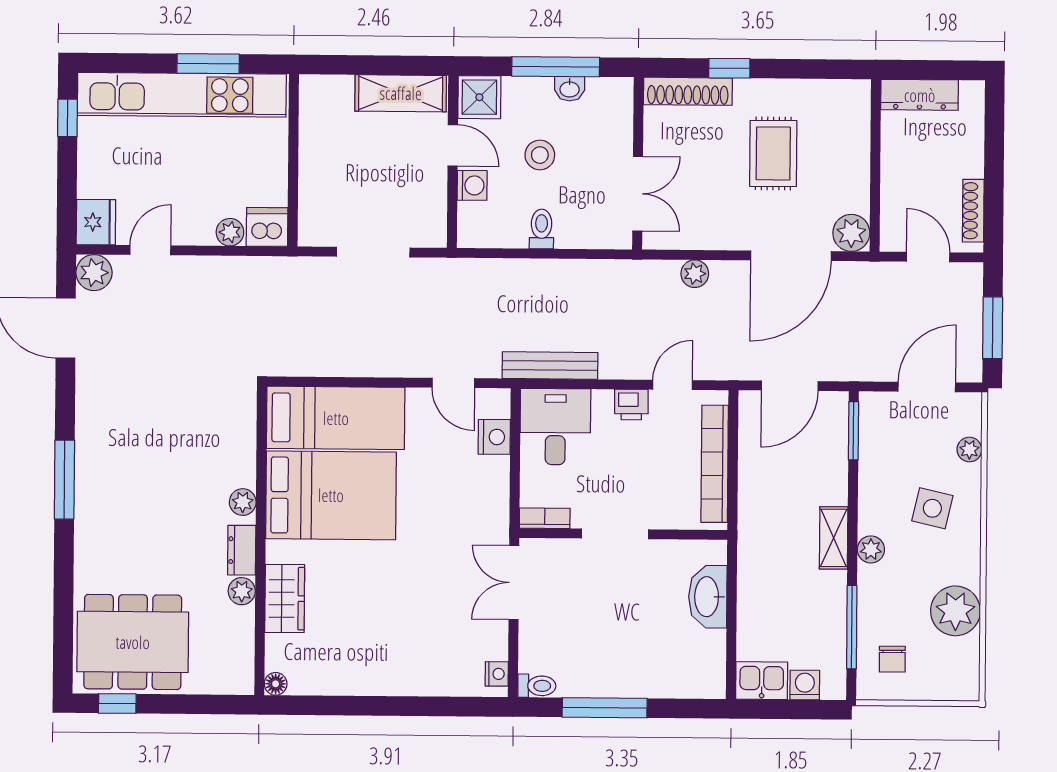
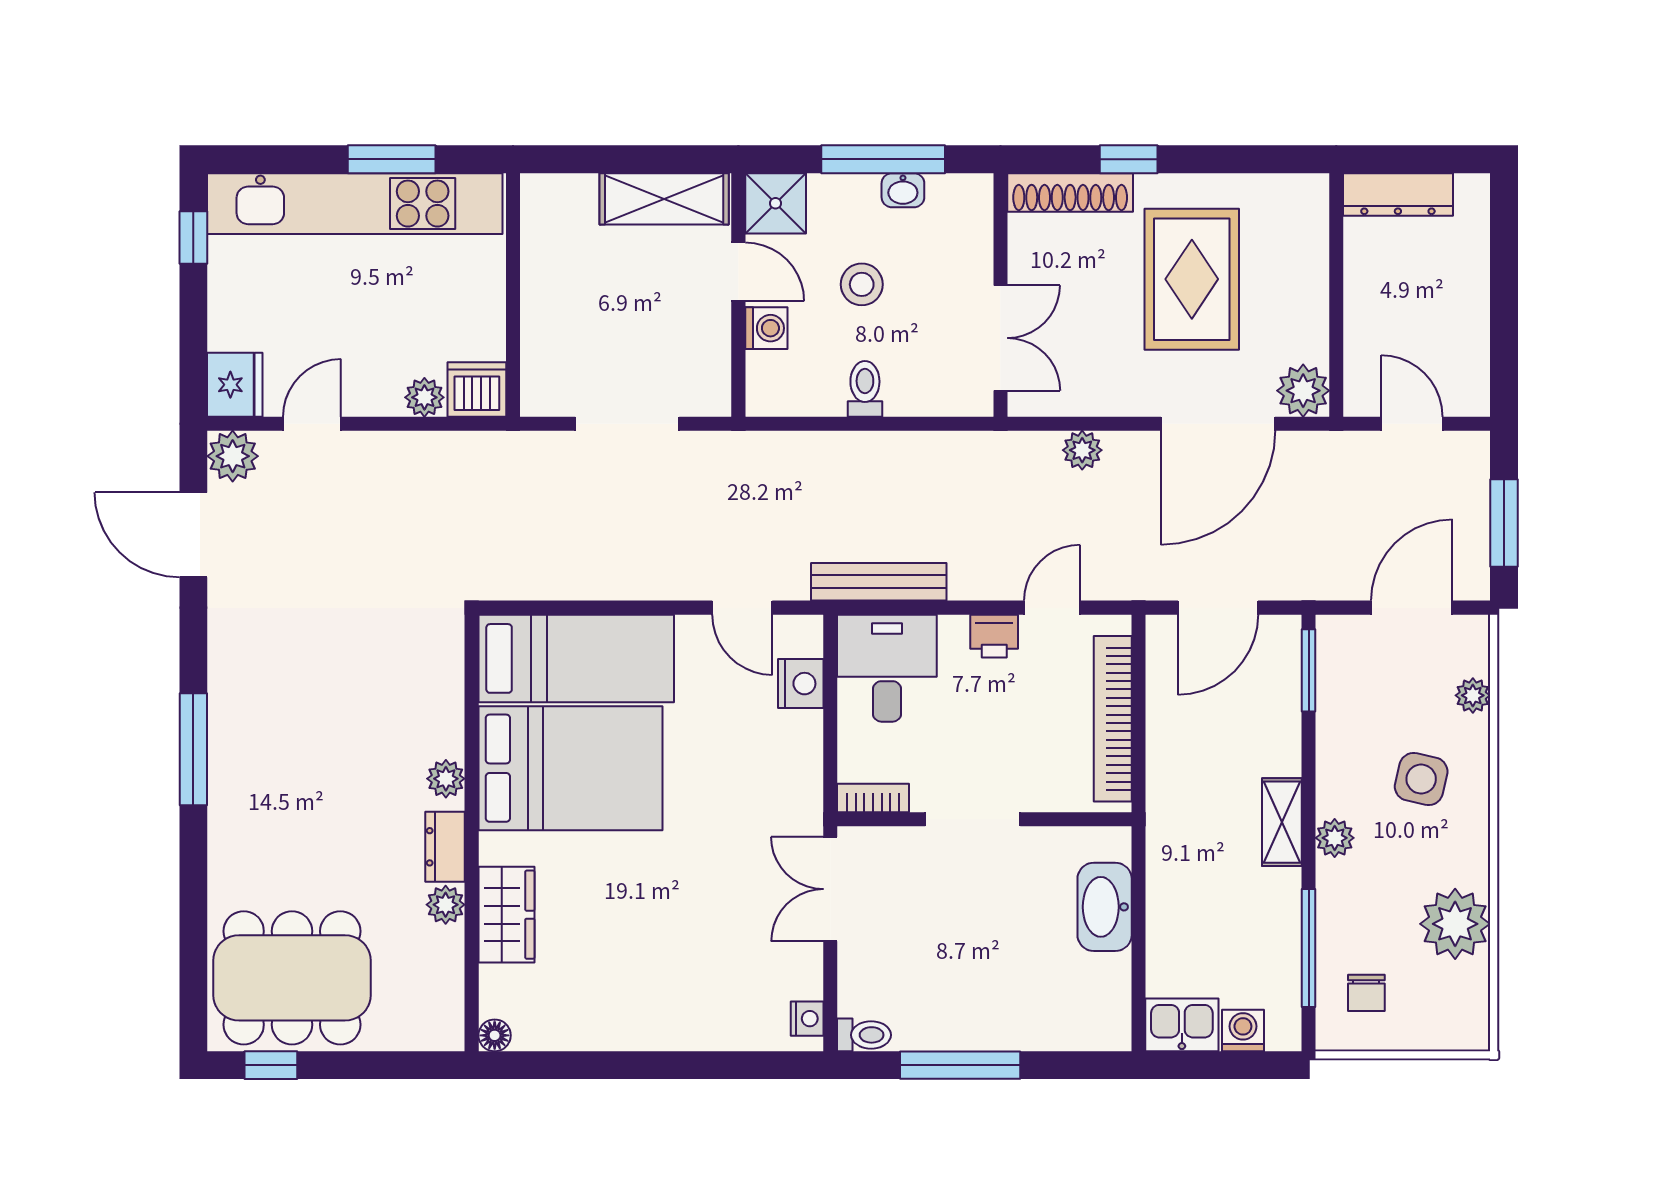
rug: (773, 153) -> (1192, 279), width x1.36, depth x1.43
shoe rack: (973, 211) -> (1475, 358), removed

